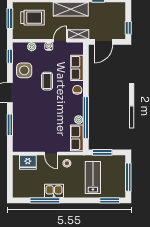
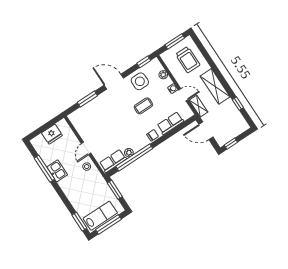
fridge: (28, 162) -> (52, 134), moved, turned -90
lab bench: (93, 178) -> (100, 216), moved

